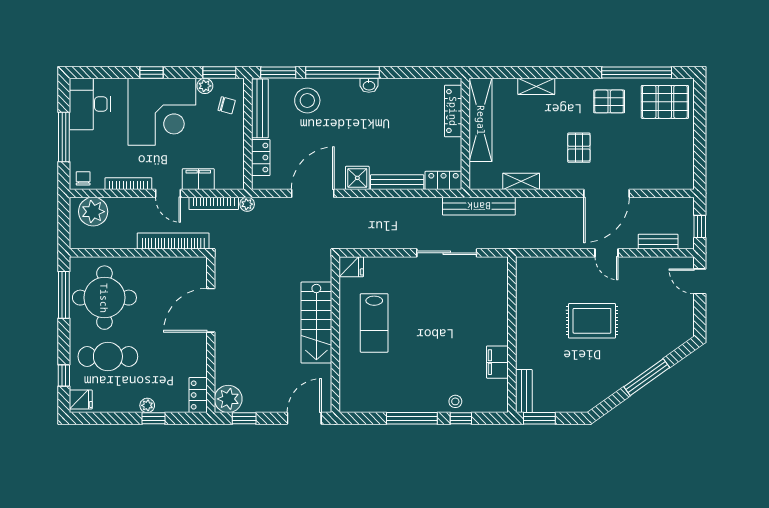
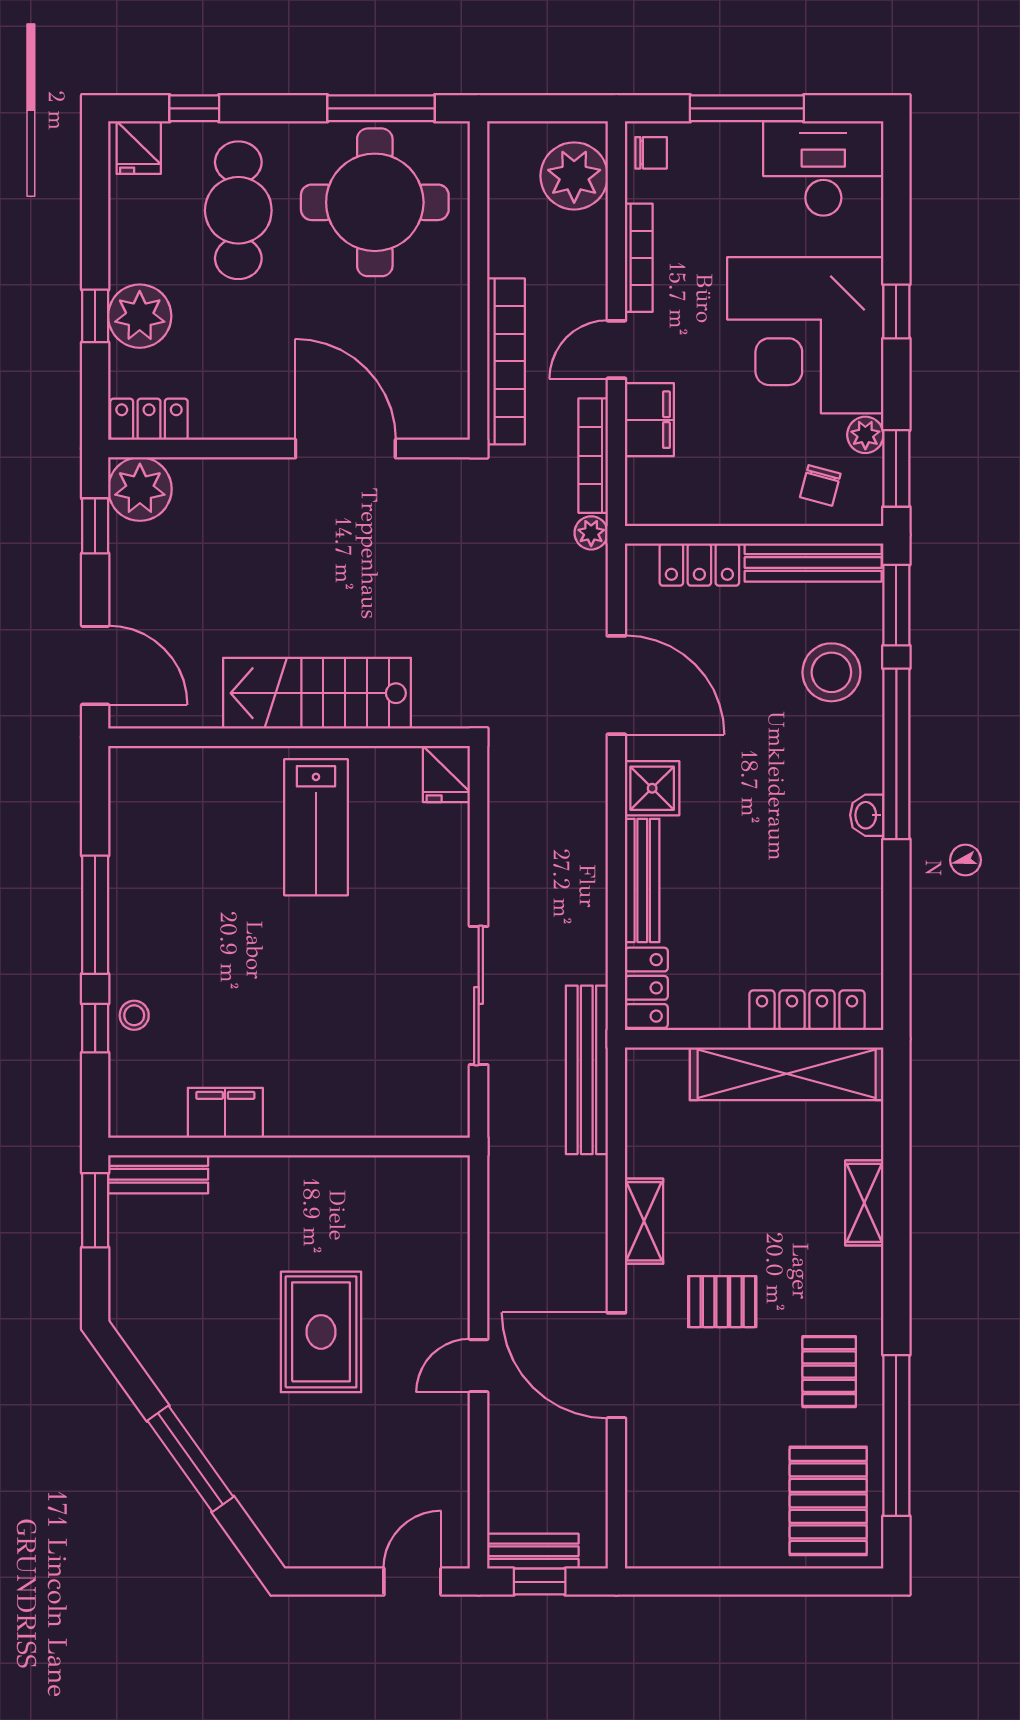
shelving: (521, 181) -> (644, 1221), moved
bench: (658, 242) -> (533, 1551), moved, turned 90
lab bench: (374, 323) -> (316, 827), turned -90
plant: (147, 405) -> (140, 316), width x1.88, depth x1.88

